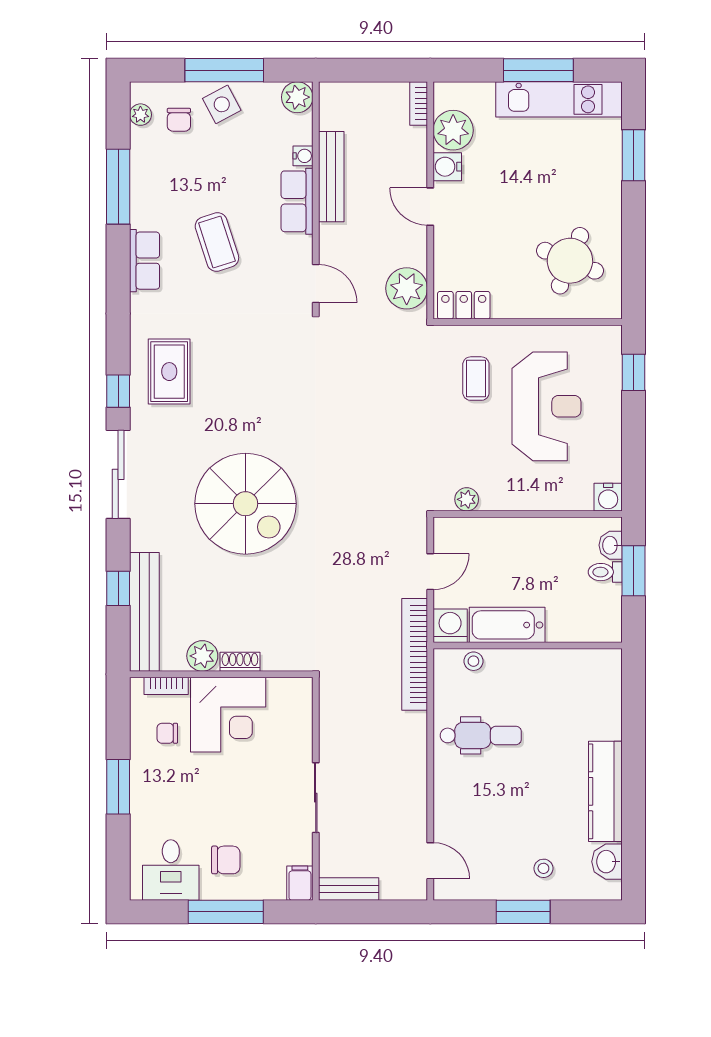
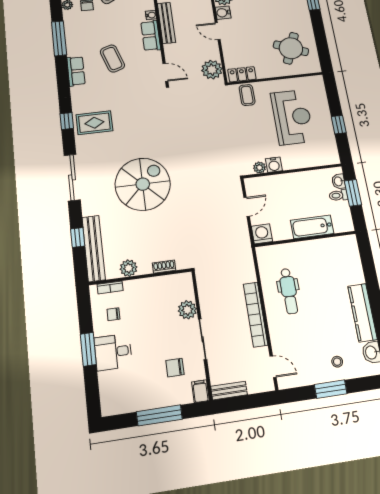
rug: (169, 372) -> (94, 123), turned 90
window: (634, 372) -> (339, 125), moved
coffee table: (476, 379) -> (247, 95), moved
window: (118, 391) -> (67, 121), moved
water cooler: (608, 497) -> (274, 165), moved
spiral stairs: (245, 504) -> (143, 184), turned -90
bathtub: (507, 625) -> (312, 227), moved
bookcase: (415, 654) -> (255, 314), moved
stool: (473, 661) -> (278, 251), removed
shoe rack: (240, 662) -> (164, 267), moved
corner desk: (228, 715) -> (147, 299), removed
dental chair: (481, 735) -> (289, 291), turned 90
plant: (296, 743) -> (187, 310), added
chair: (226, 860) -> (175, 368), moved, turned 180
desk: (171, 870) -> (113, 352), moved, turned 90

